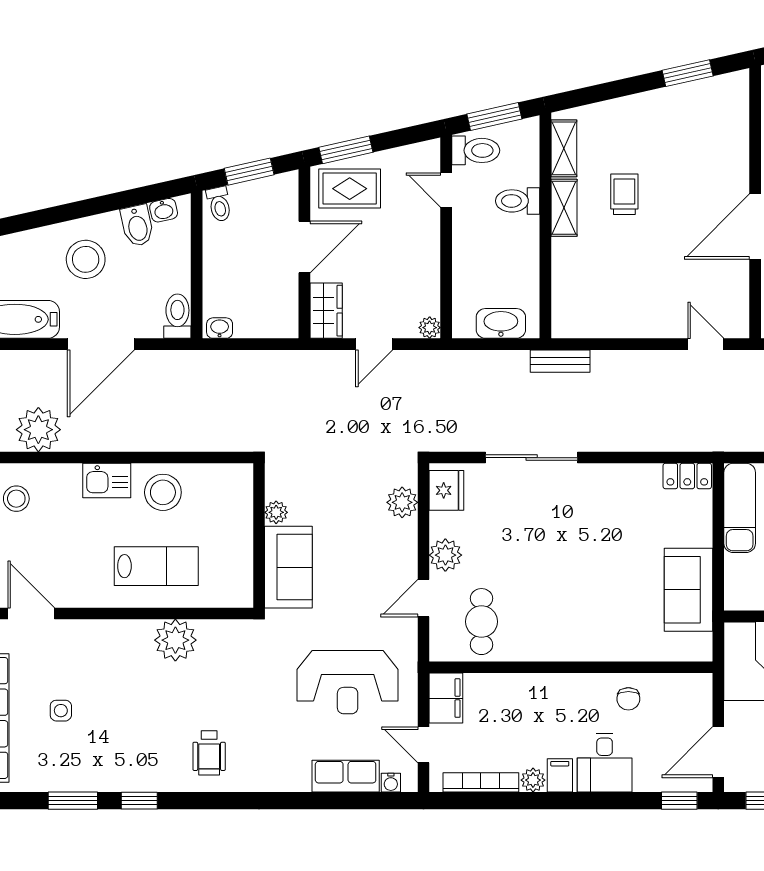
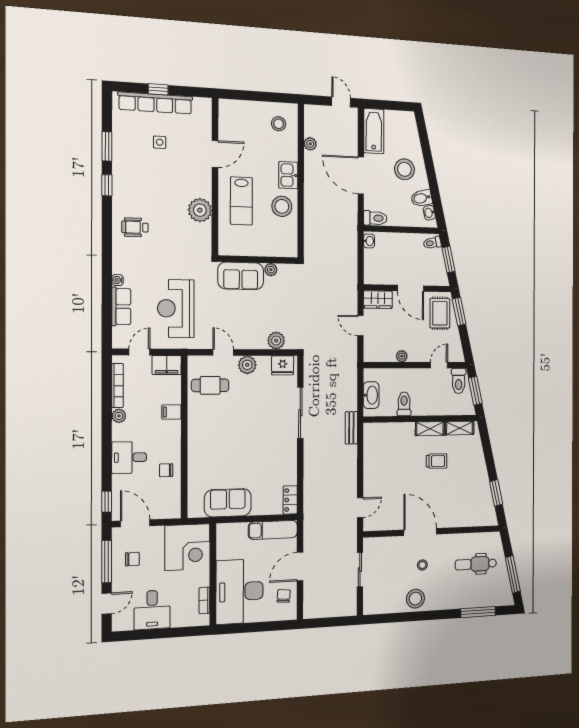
toilet: (518, 201) -> (404, 404), moved
plant: (430, 328) -> (402, 356), moved
plant: (38, 430) -> (310, 144), width x0.53, depth x0.53
door: (31, 613) -> (215, 154), moved
filing cabinet: (560, 775) -> (171, 412), moved, turned 180
water cooler: (391, 783) -> (117, 280), moved

